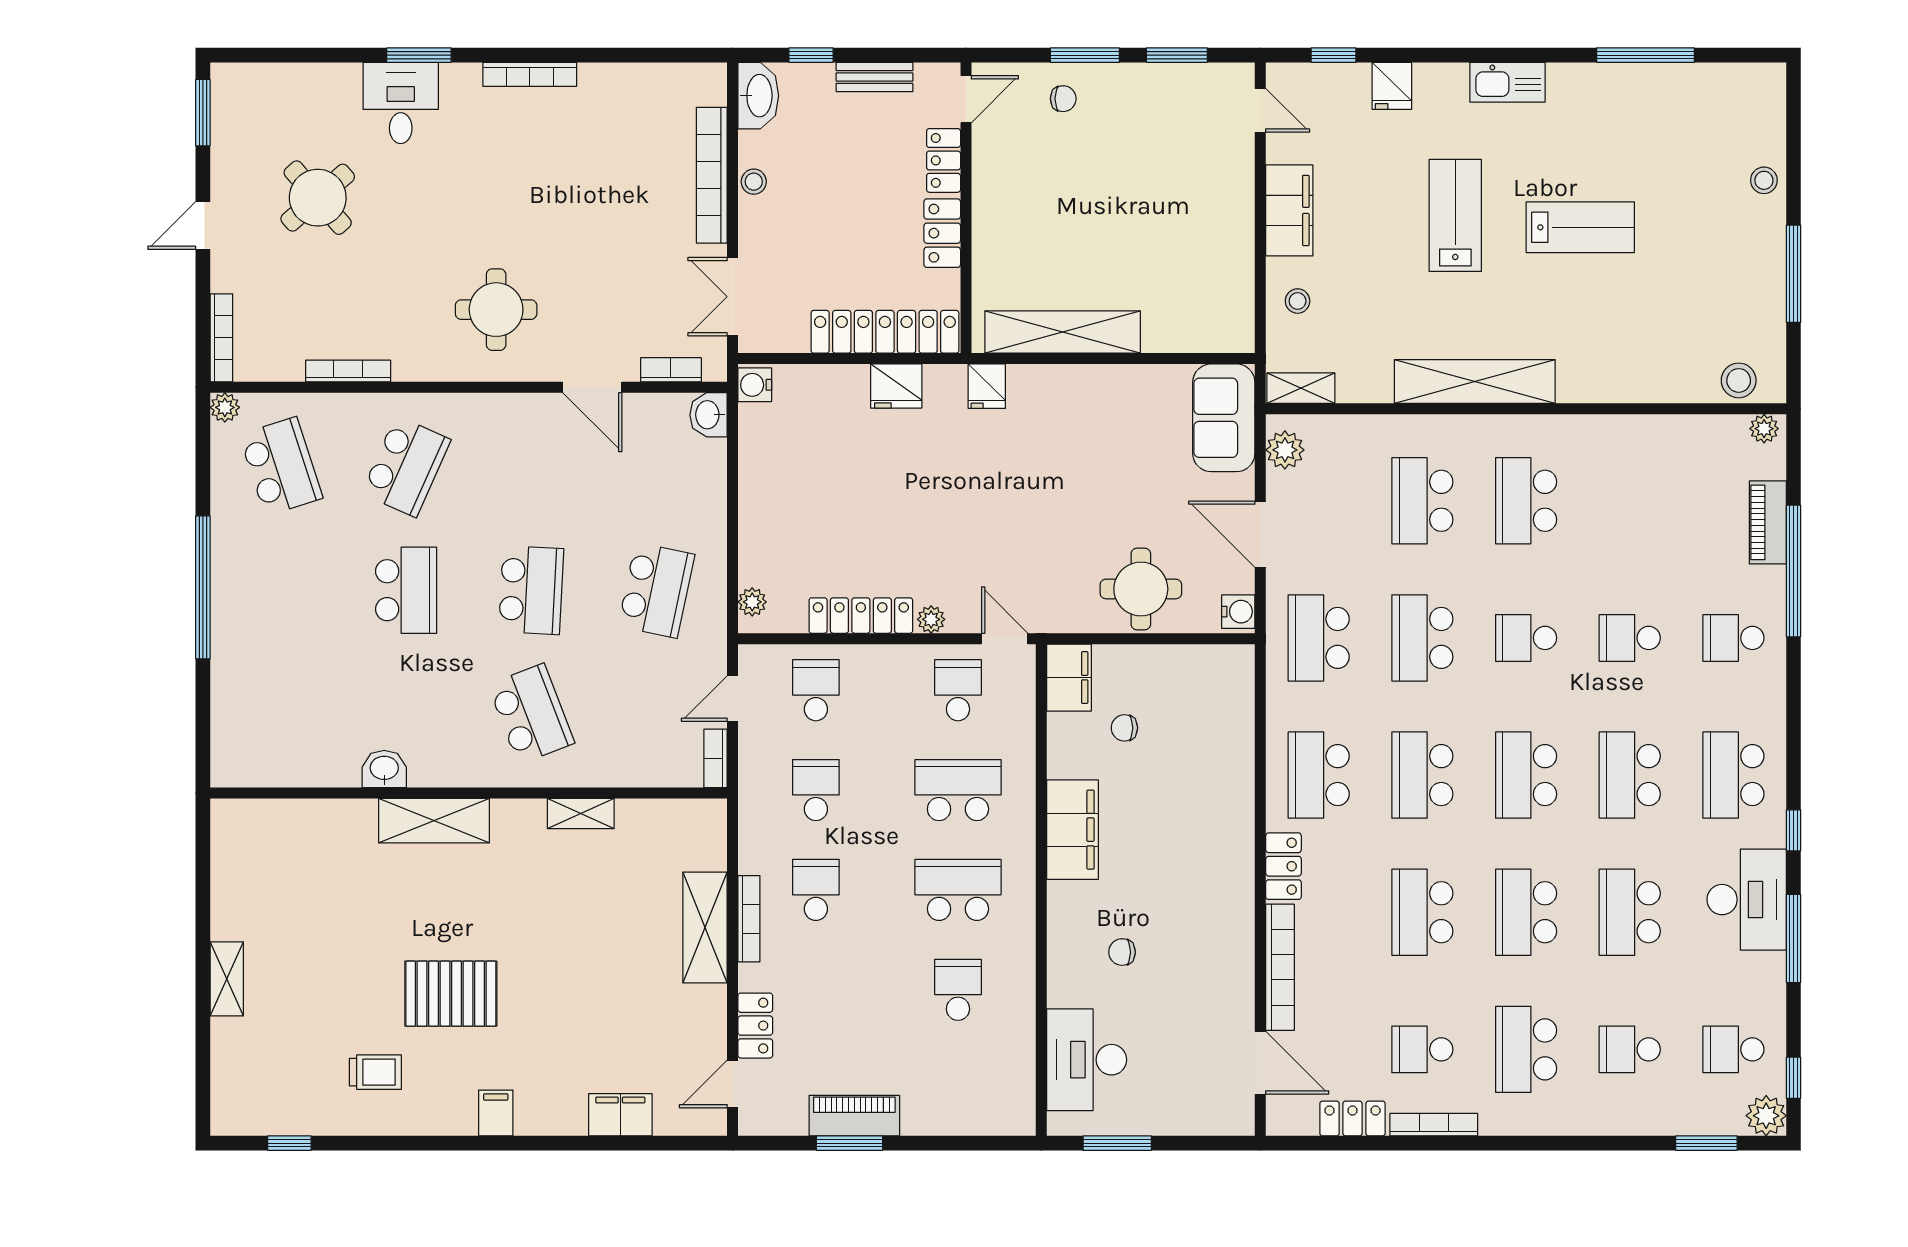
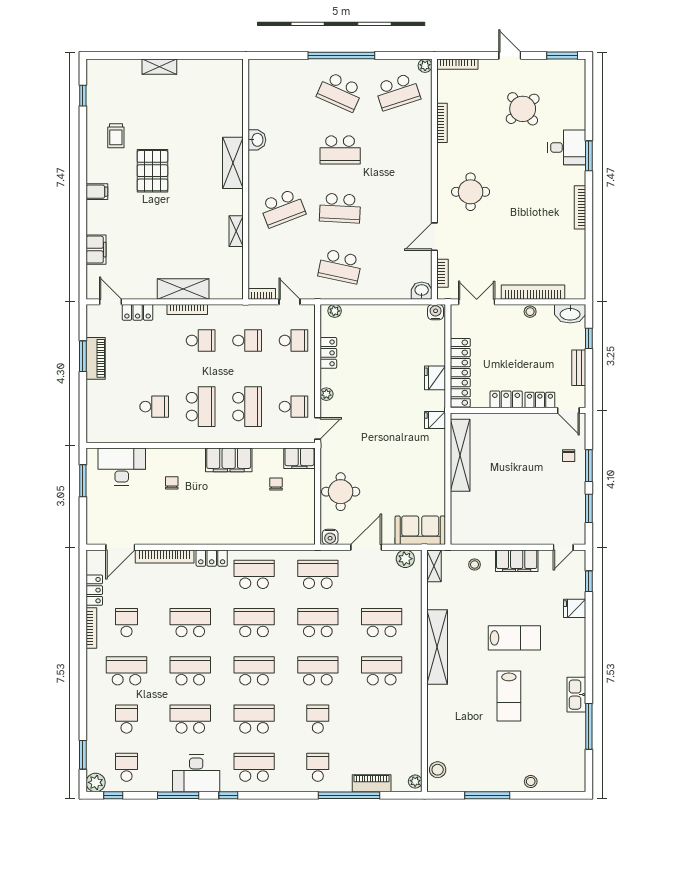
kitchen sink: (1507, 82) -> (576, 695), moved
school desk: (406, 466) -> (340, 92), moved
locker: (861, 616) -> (328, 353), width x0.66
school desk: (1526, 638) -> (318, 671), width x1.85

